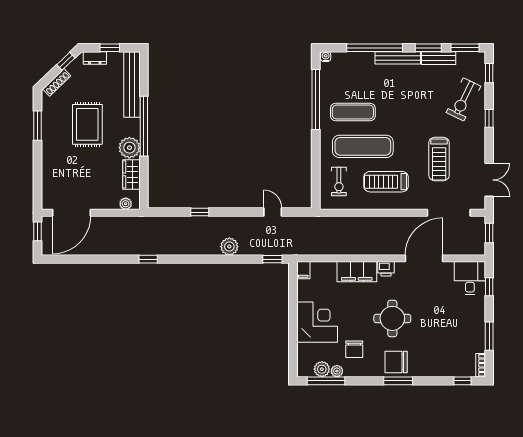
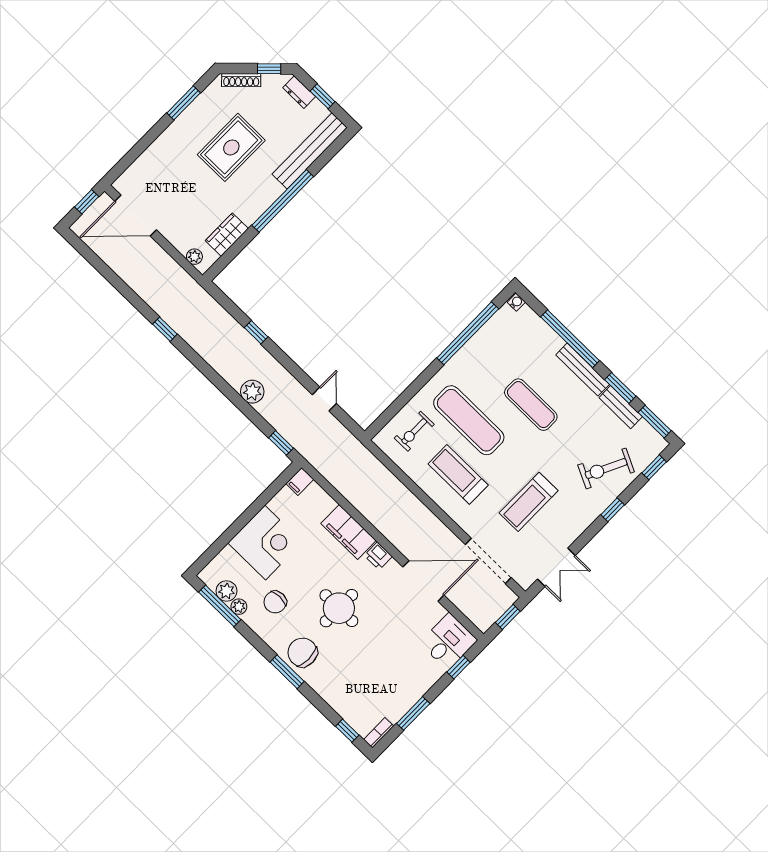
exercise mat: (353, 112) -> (531, 405), moved
plant: (129, 148) -> (249, 208), removed

